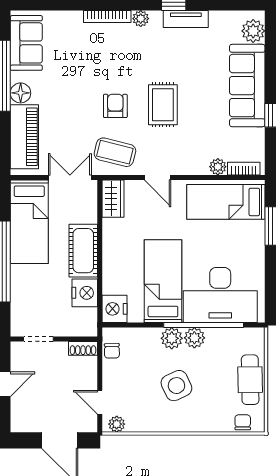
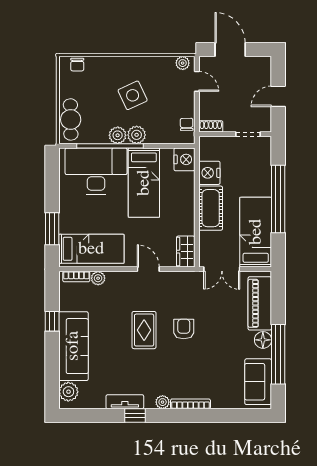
armchair: (115, 106) -> (184, 329), turned 180
coffee table: (115, 152) -> (184, 290), removed
cafe table: (250, 380) -> (71, 119), moved

